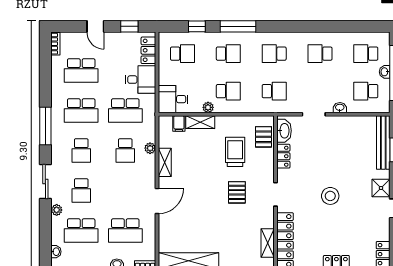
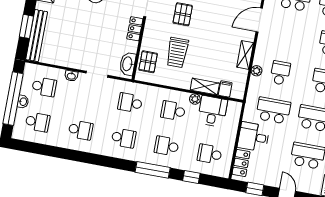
desk: (173, 99) -> (212, 111), moved, turned -90
locker: (283, 156) -> (135, 29), moved

